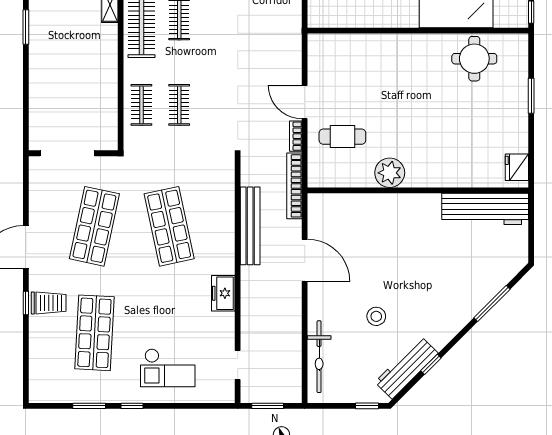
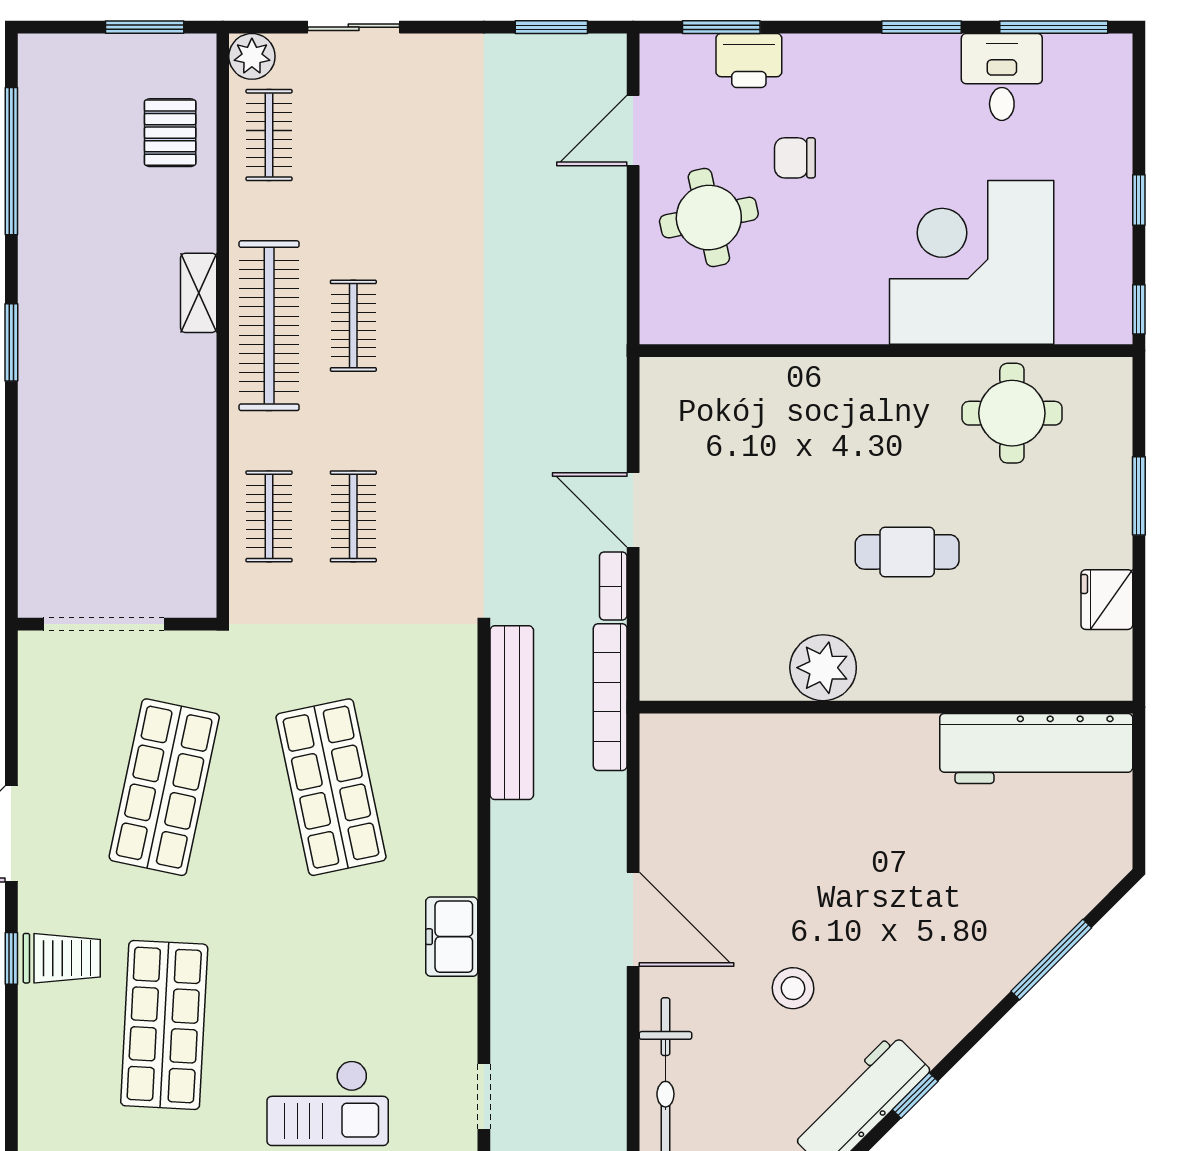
cafe table: (342, 137) -> (907, 552), moved
fridge: (517, 167) -> (1107, 600), moved
bench: (250, 226) -> (512, 713), moved
door: (305, 260) -> (633, 919), moved

